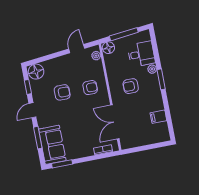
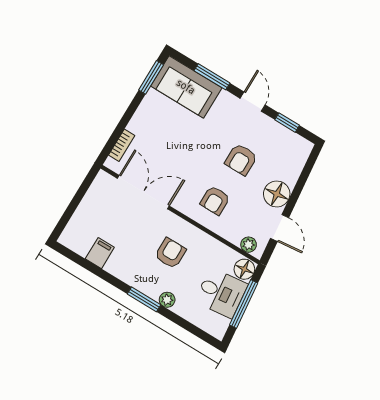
desk: (141, 54) -> (221, 293), moved, turned -96
floor lamp: (36, 72) -> (277, 194), moved

